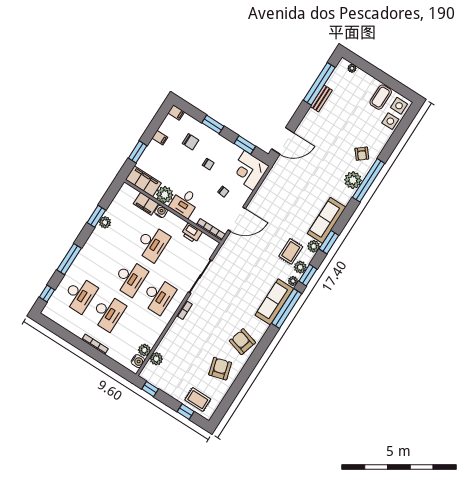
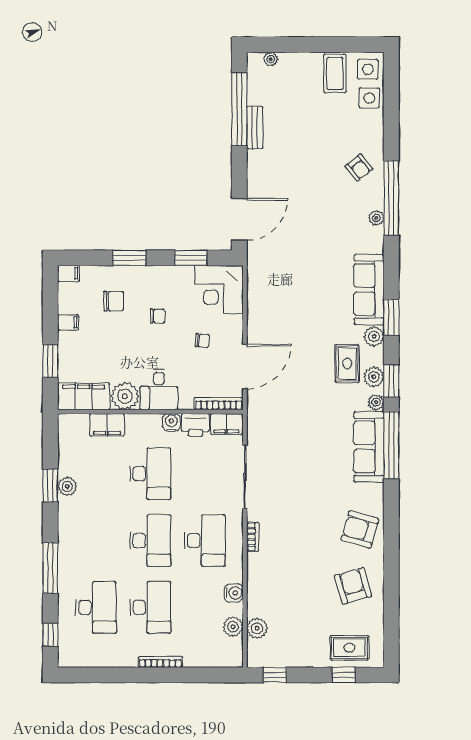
plant: (353, 180) -> (376, 218), width x0.53, depth x0.53
water cooler: (161, 211) -> (171, 422), moved
filing cabinet: (208, 243) -> (226, 424), added
water cooler: (138, 361) -> (234, 593), moved

